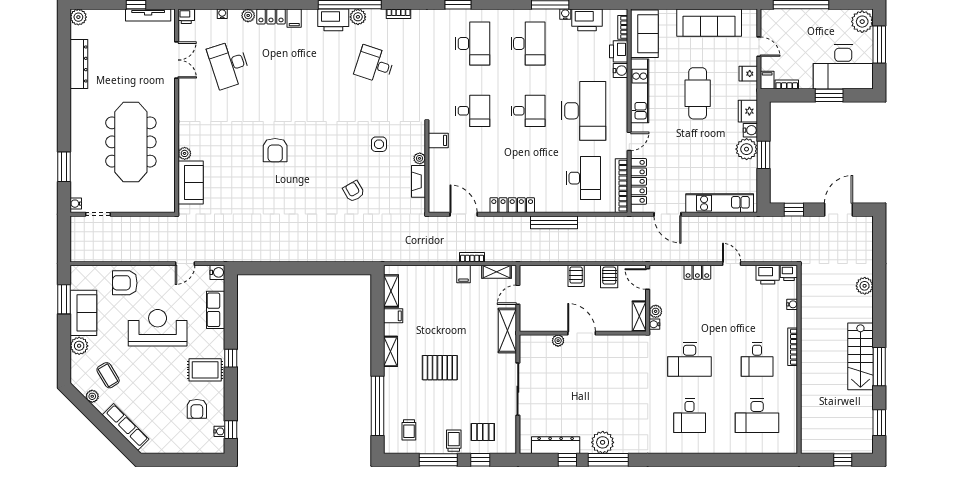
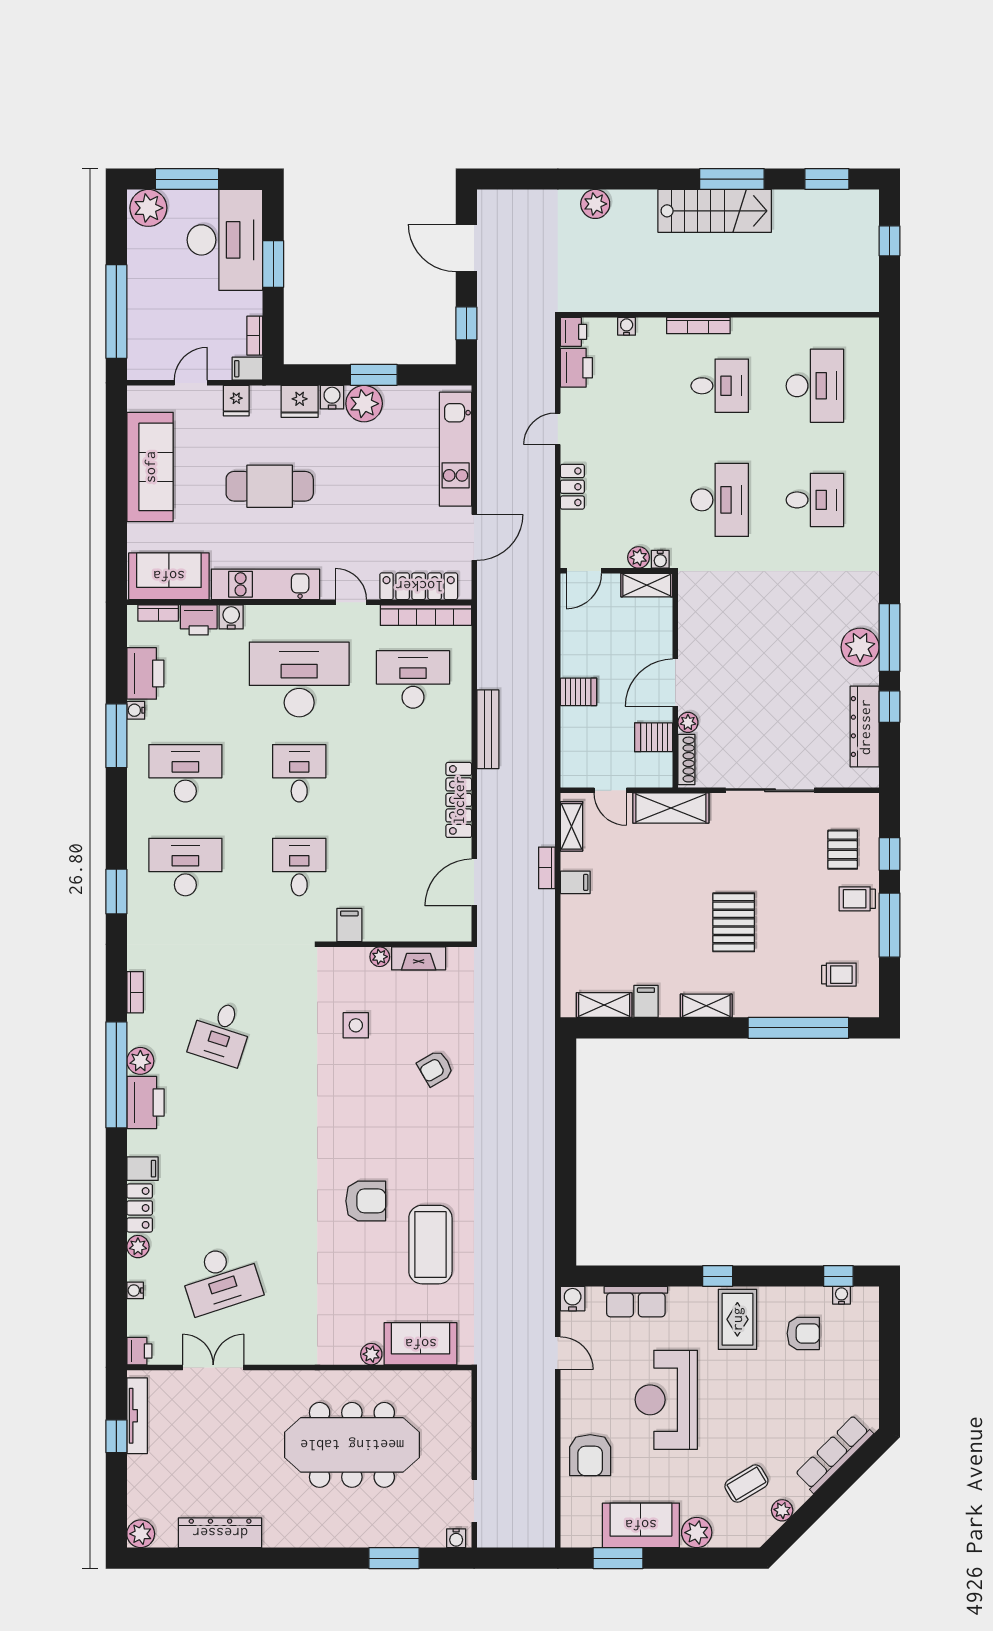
coffee table: (249, 188) -> (430, 1245), added
server rack: (609, 276) -> (654, 737), moved, turned 180
shoe rack: (536, 340) -> (686, 760), added

